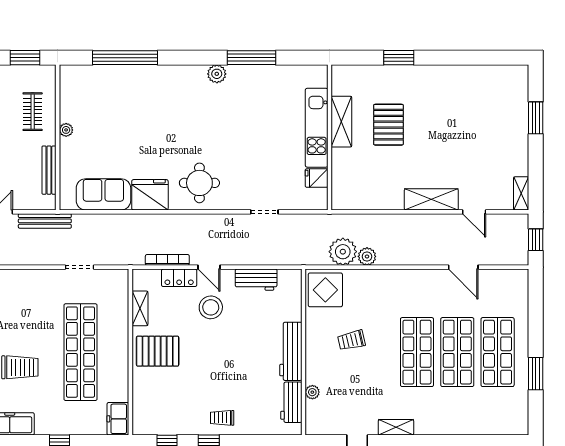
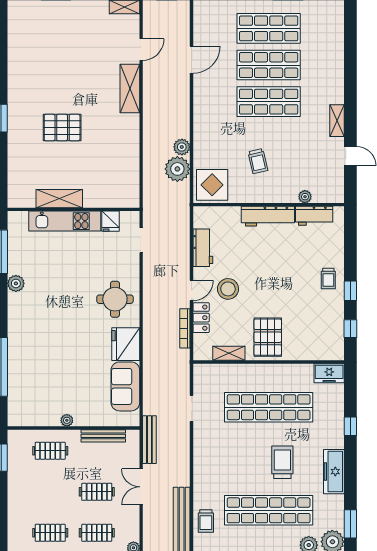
shelving: (341, 122) -> (59, 199), moved
kitchen unit: (317, 128) -> (65, 221), moved
wall: (329, 137) -> (74, 209), moved
fridge: (317, 178) -> (111, 221), moved

